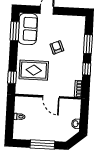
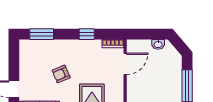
window: (88, 44) -> (42, 34), moved
door: (51, 97) -> (125, 64), moved

